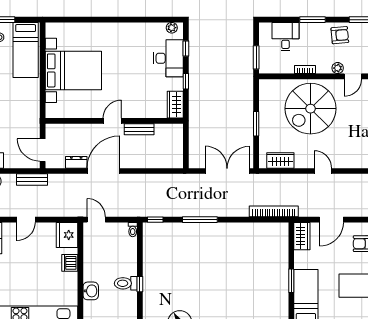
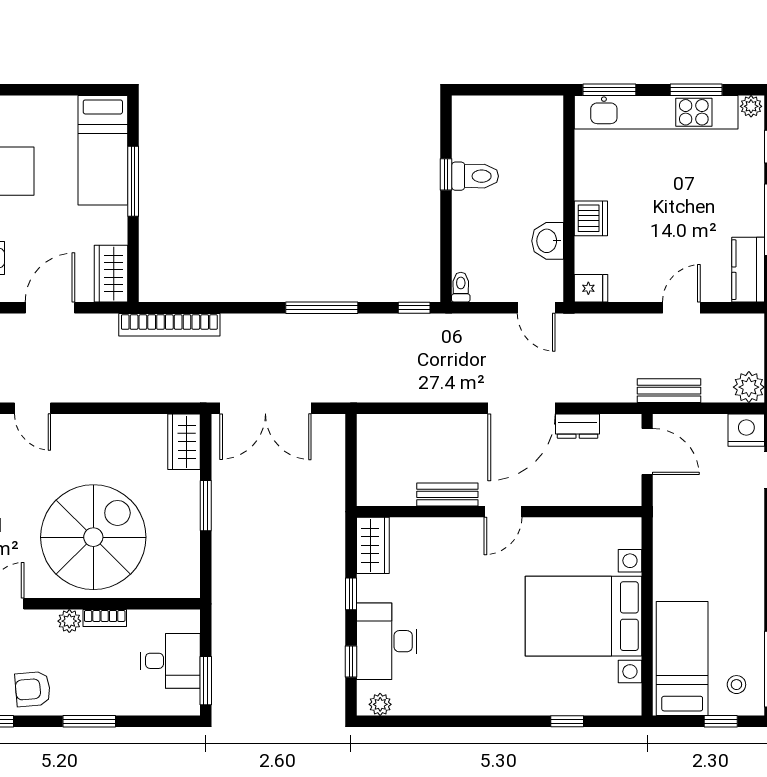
window: (81, 20) -> (567, 721), added
desk: (285, 37) -> (170, 661), moved, turned -90
window: (256, 57) -> (206, 681), moved
plant: (338, 68) -> (69, 621), moved
wardrobe: (280, 160) -> (184, 442), moved, turned 90
door: (323, 171) -> (33, 408), moved
fridge: (67, 235) -> (591, 288), width x0.53, depth x0.75
window: (291, 281) -> (133, 181), width x1.44
washbasin: (91, 291) -> (548, 241), moved

